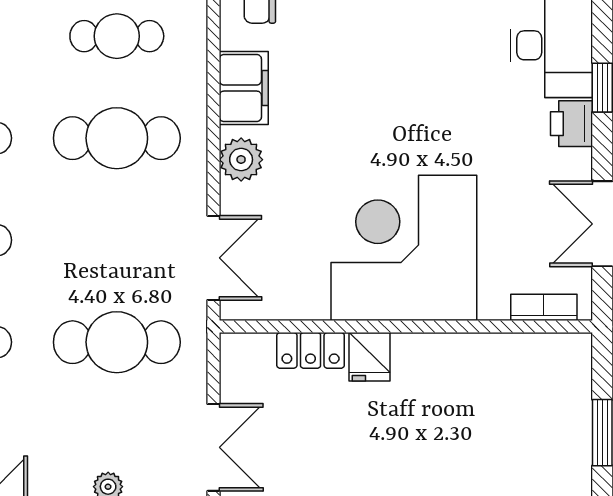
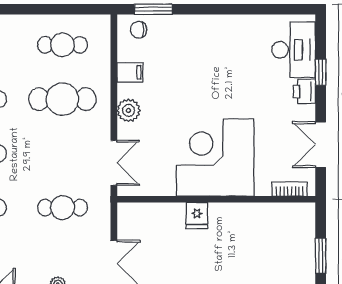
filing cabinet: (244, 88) -> (130, 72), width x0.50
cafe table: (117, 342) -> (62, 208), width x0.73, depth x0.74
locker: (311, 350) -> (165, 212), removed

